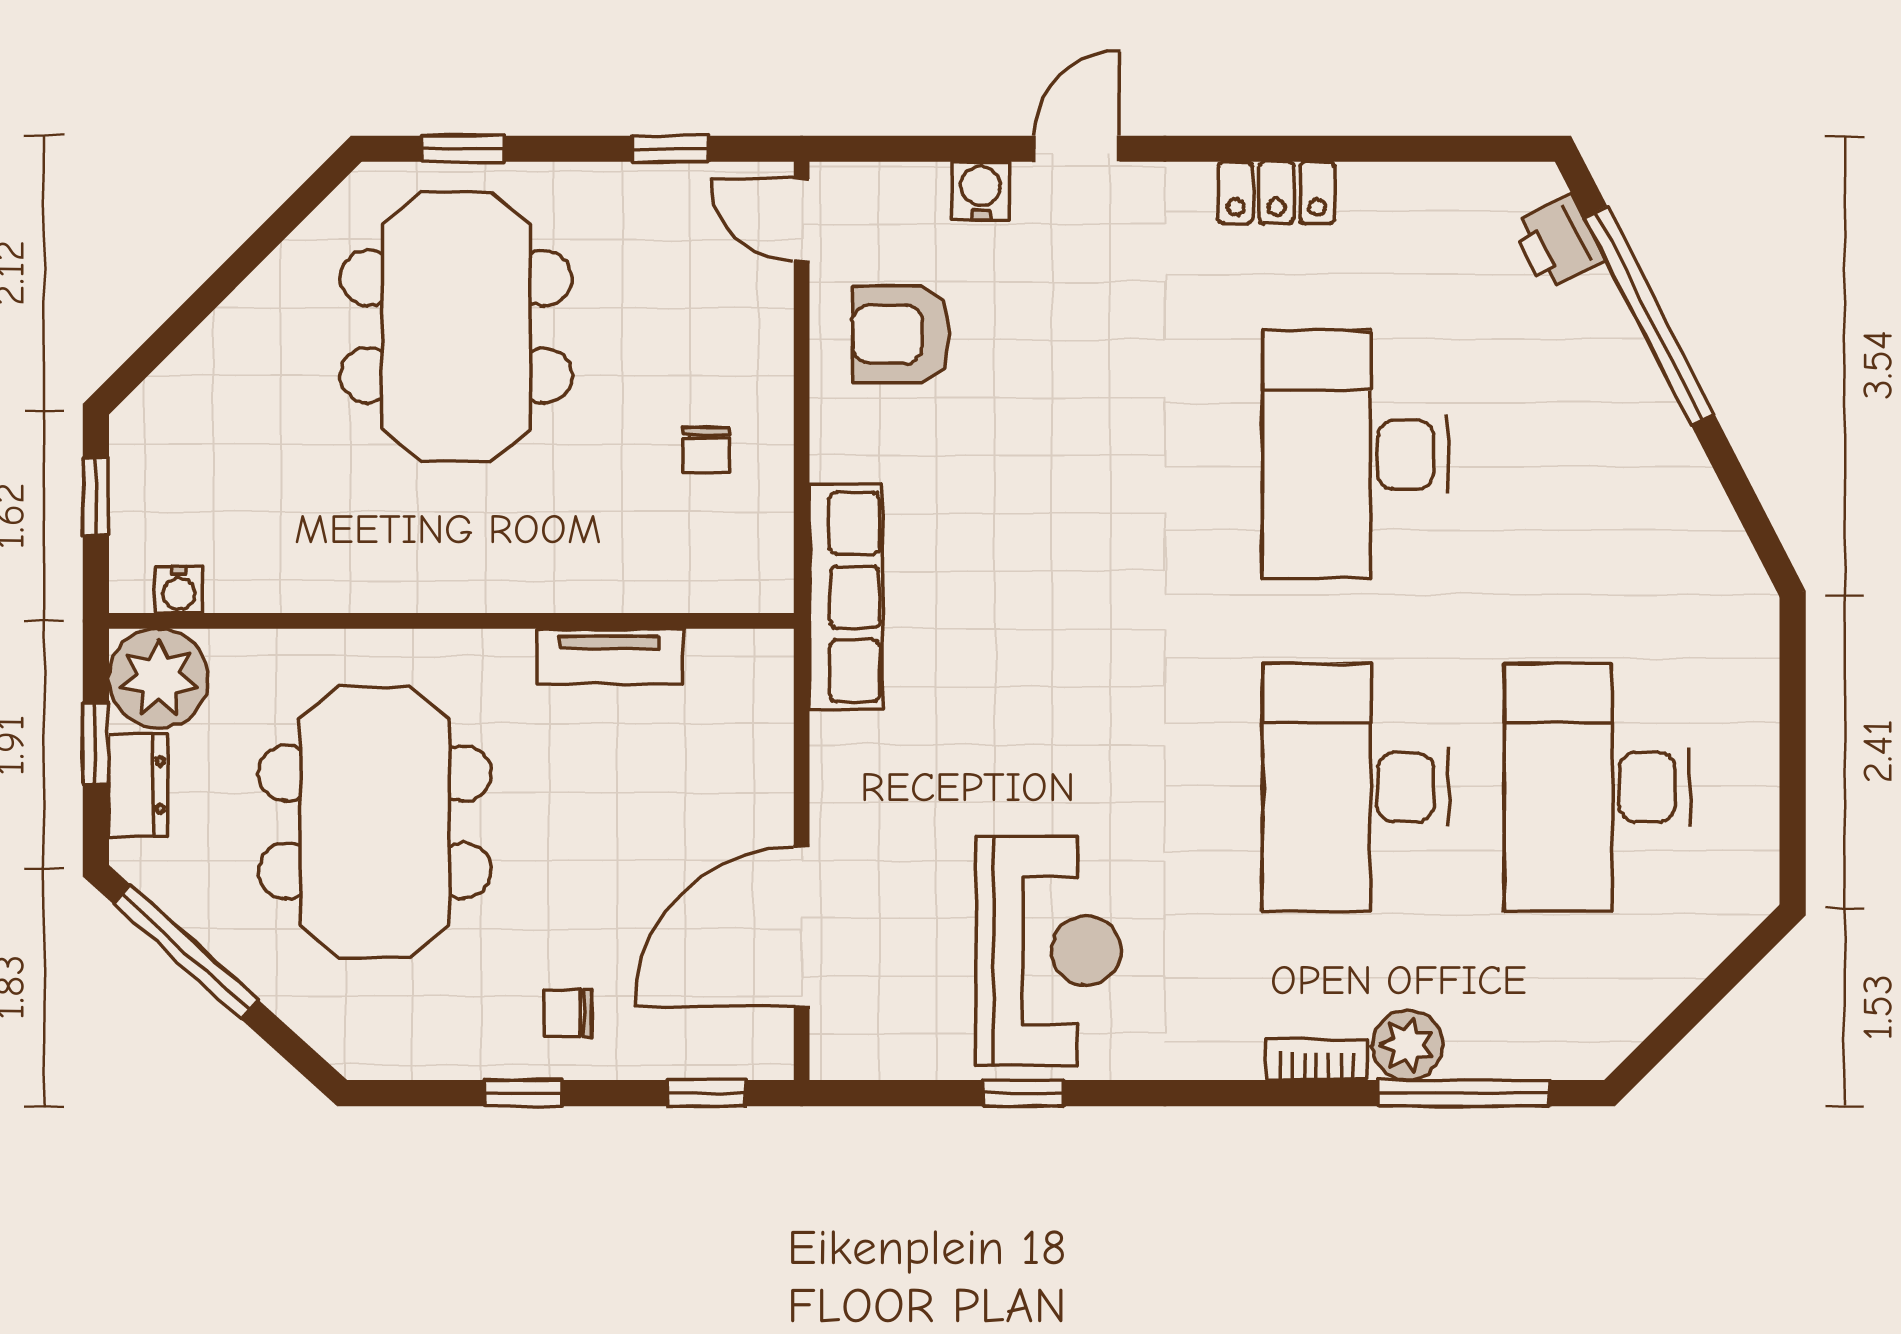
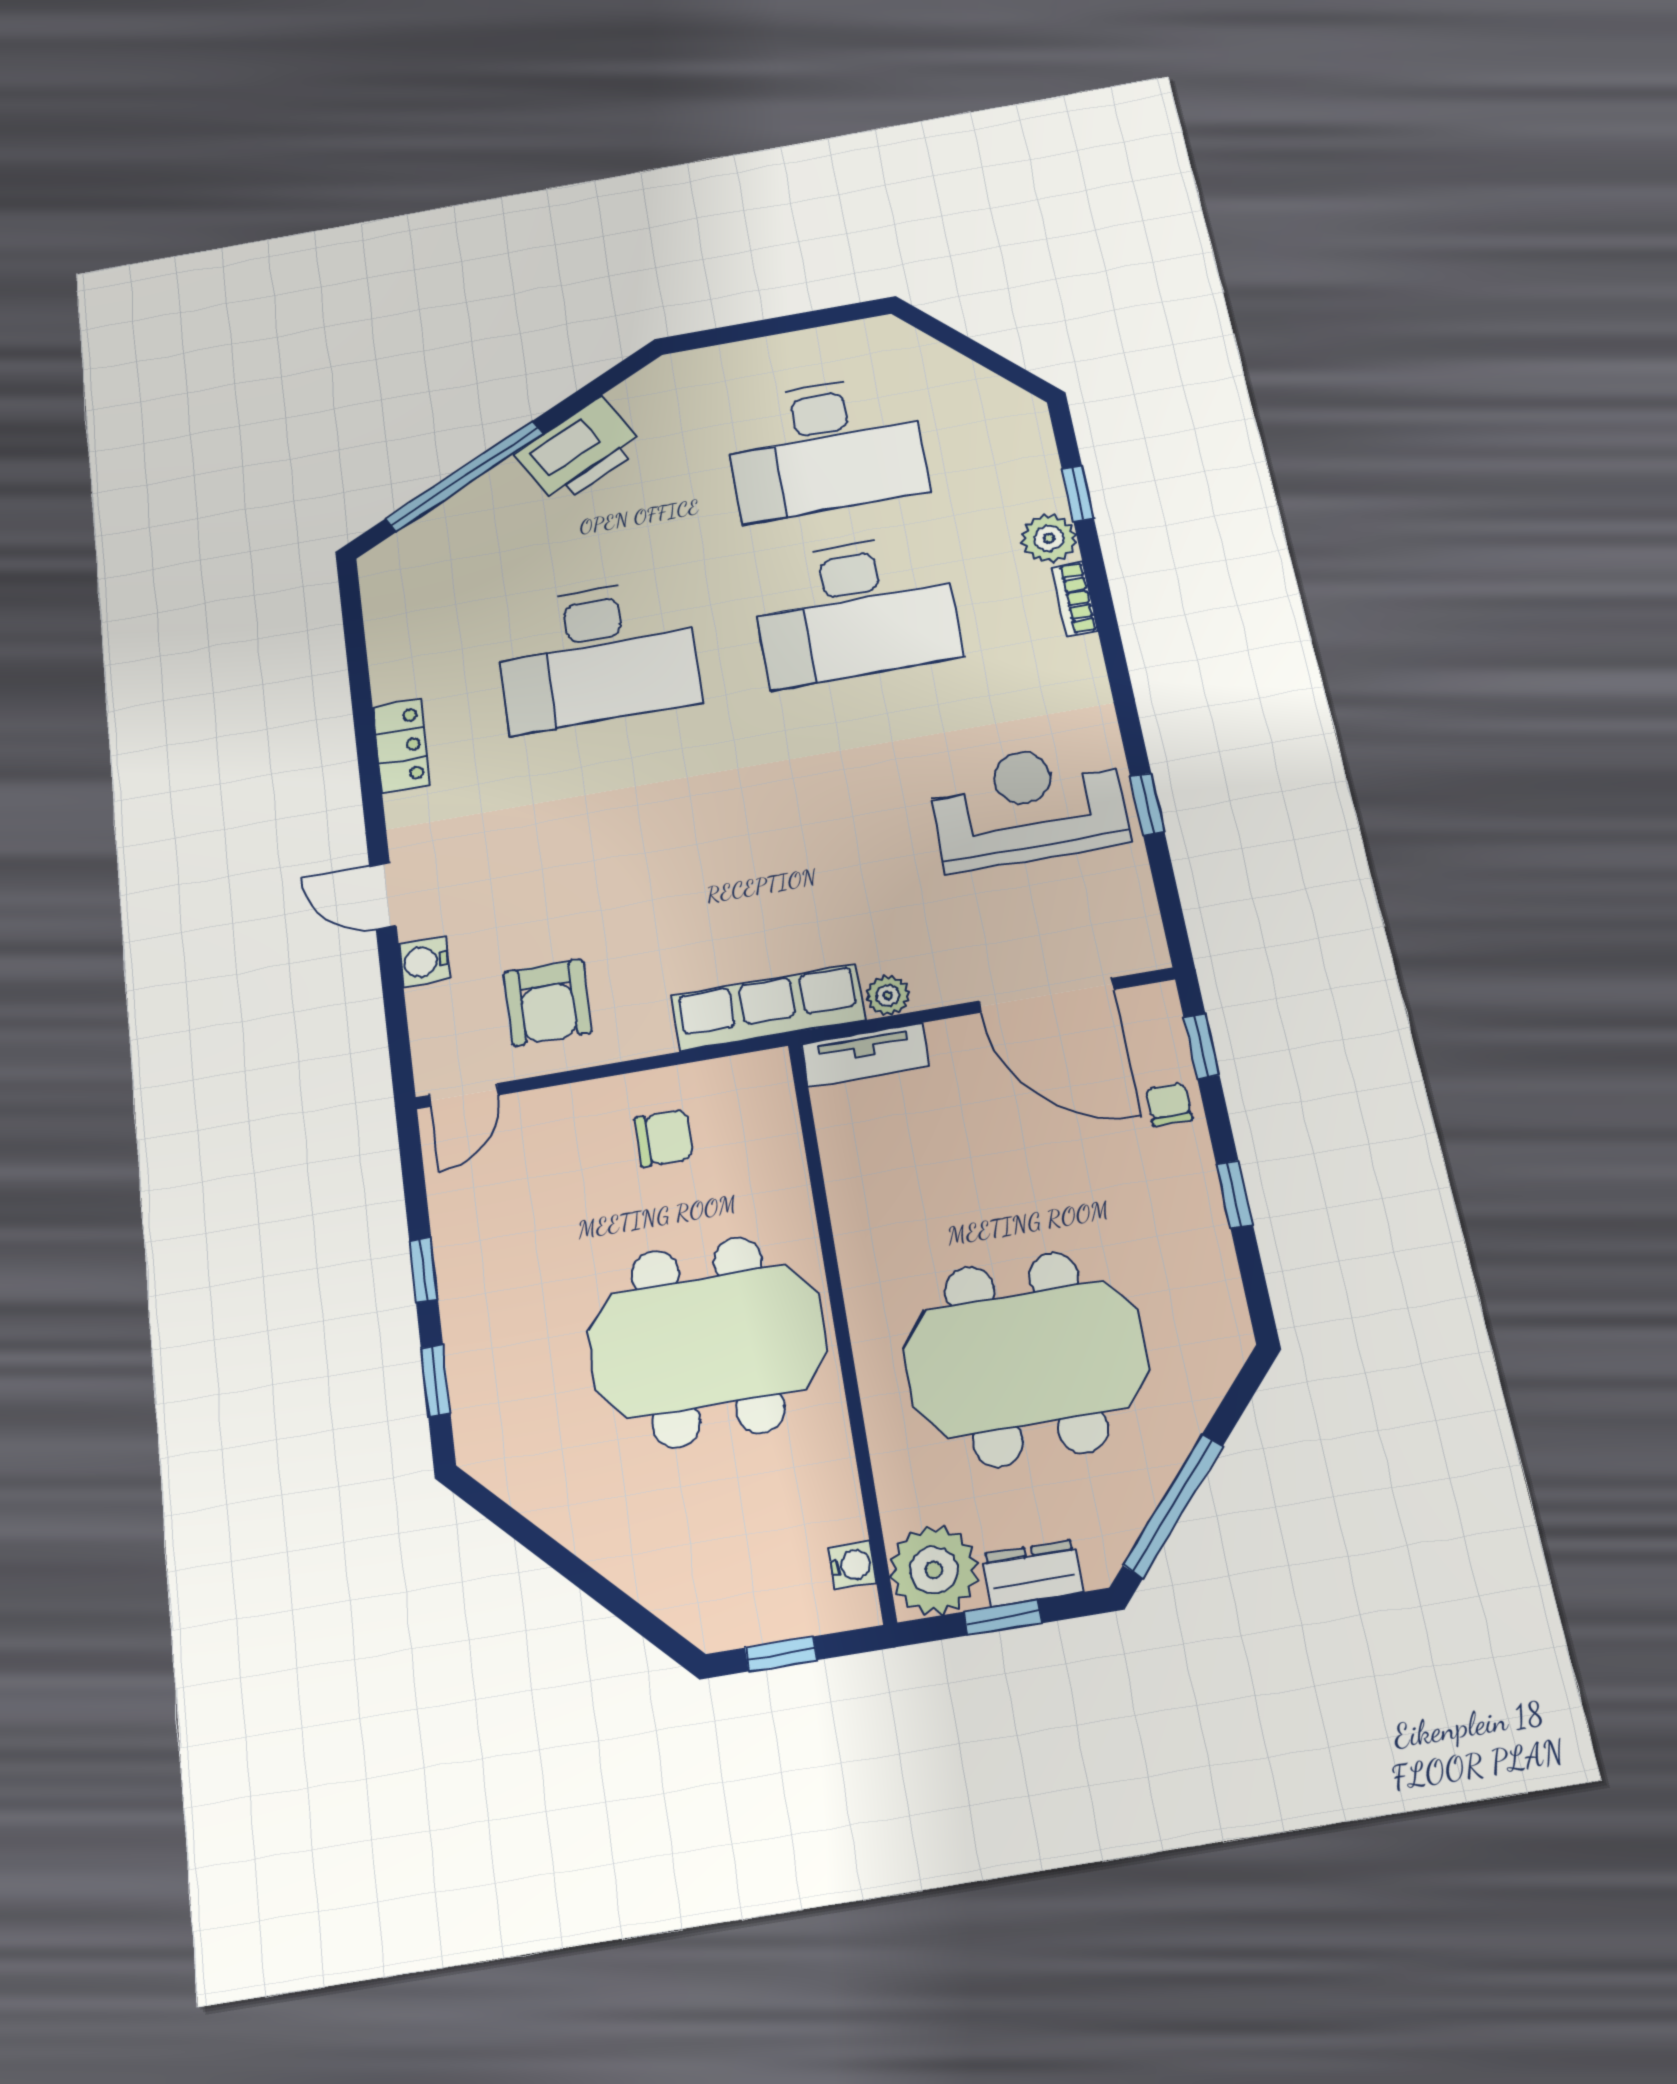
window: (670, 149) -> (424, 1270), moved
printer: (1558, 242) -> (580, 451), moved, width x1.87, depth x1.48
meeting table: (456, 327) -> (707, 1341), moved
chair: (706, 450) -> (664, 1138), width x1.37, depth x1.37
tv unit: (609, 657) -> (865, 1055), moved, turned 90
plant: (835, 741) -> (888, 996), added
chair: (568, 1013) -> (1169, 1104), moved, turned 180
window: (1464, 1093) -> (1078, 494), width x0.46

